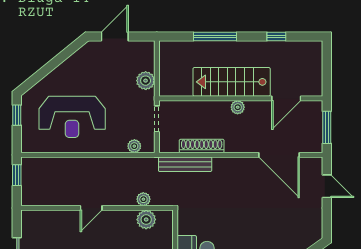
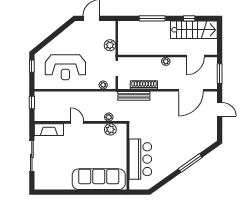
stairs: (232, 82) -> (194, 30), moved, turned 180
door: (279, 155) -> (191, 90), hinge flipped
door: (91, 208) -> (77, 122), swing flipped
fireplace: (45, 220) -> (49, 130), added

